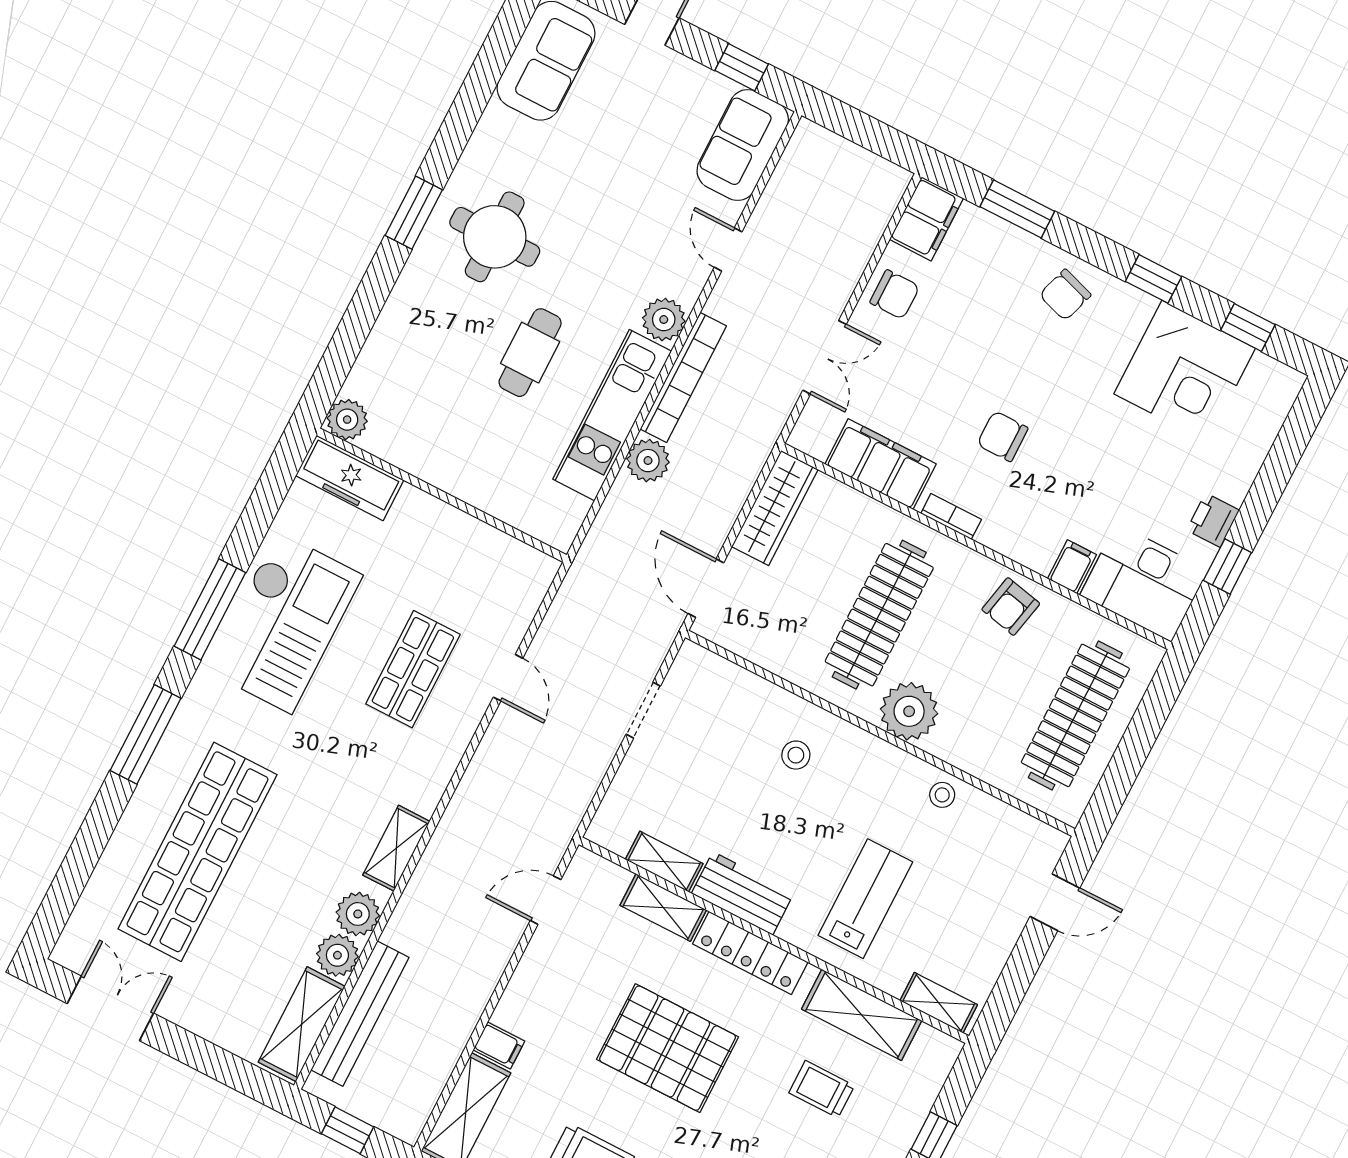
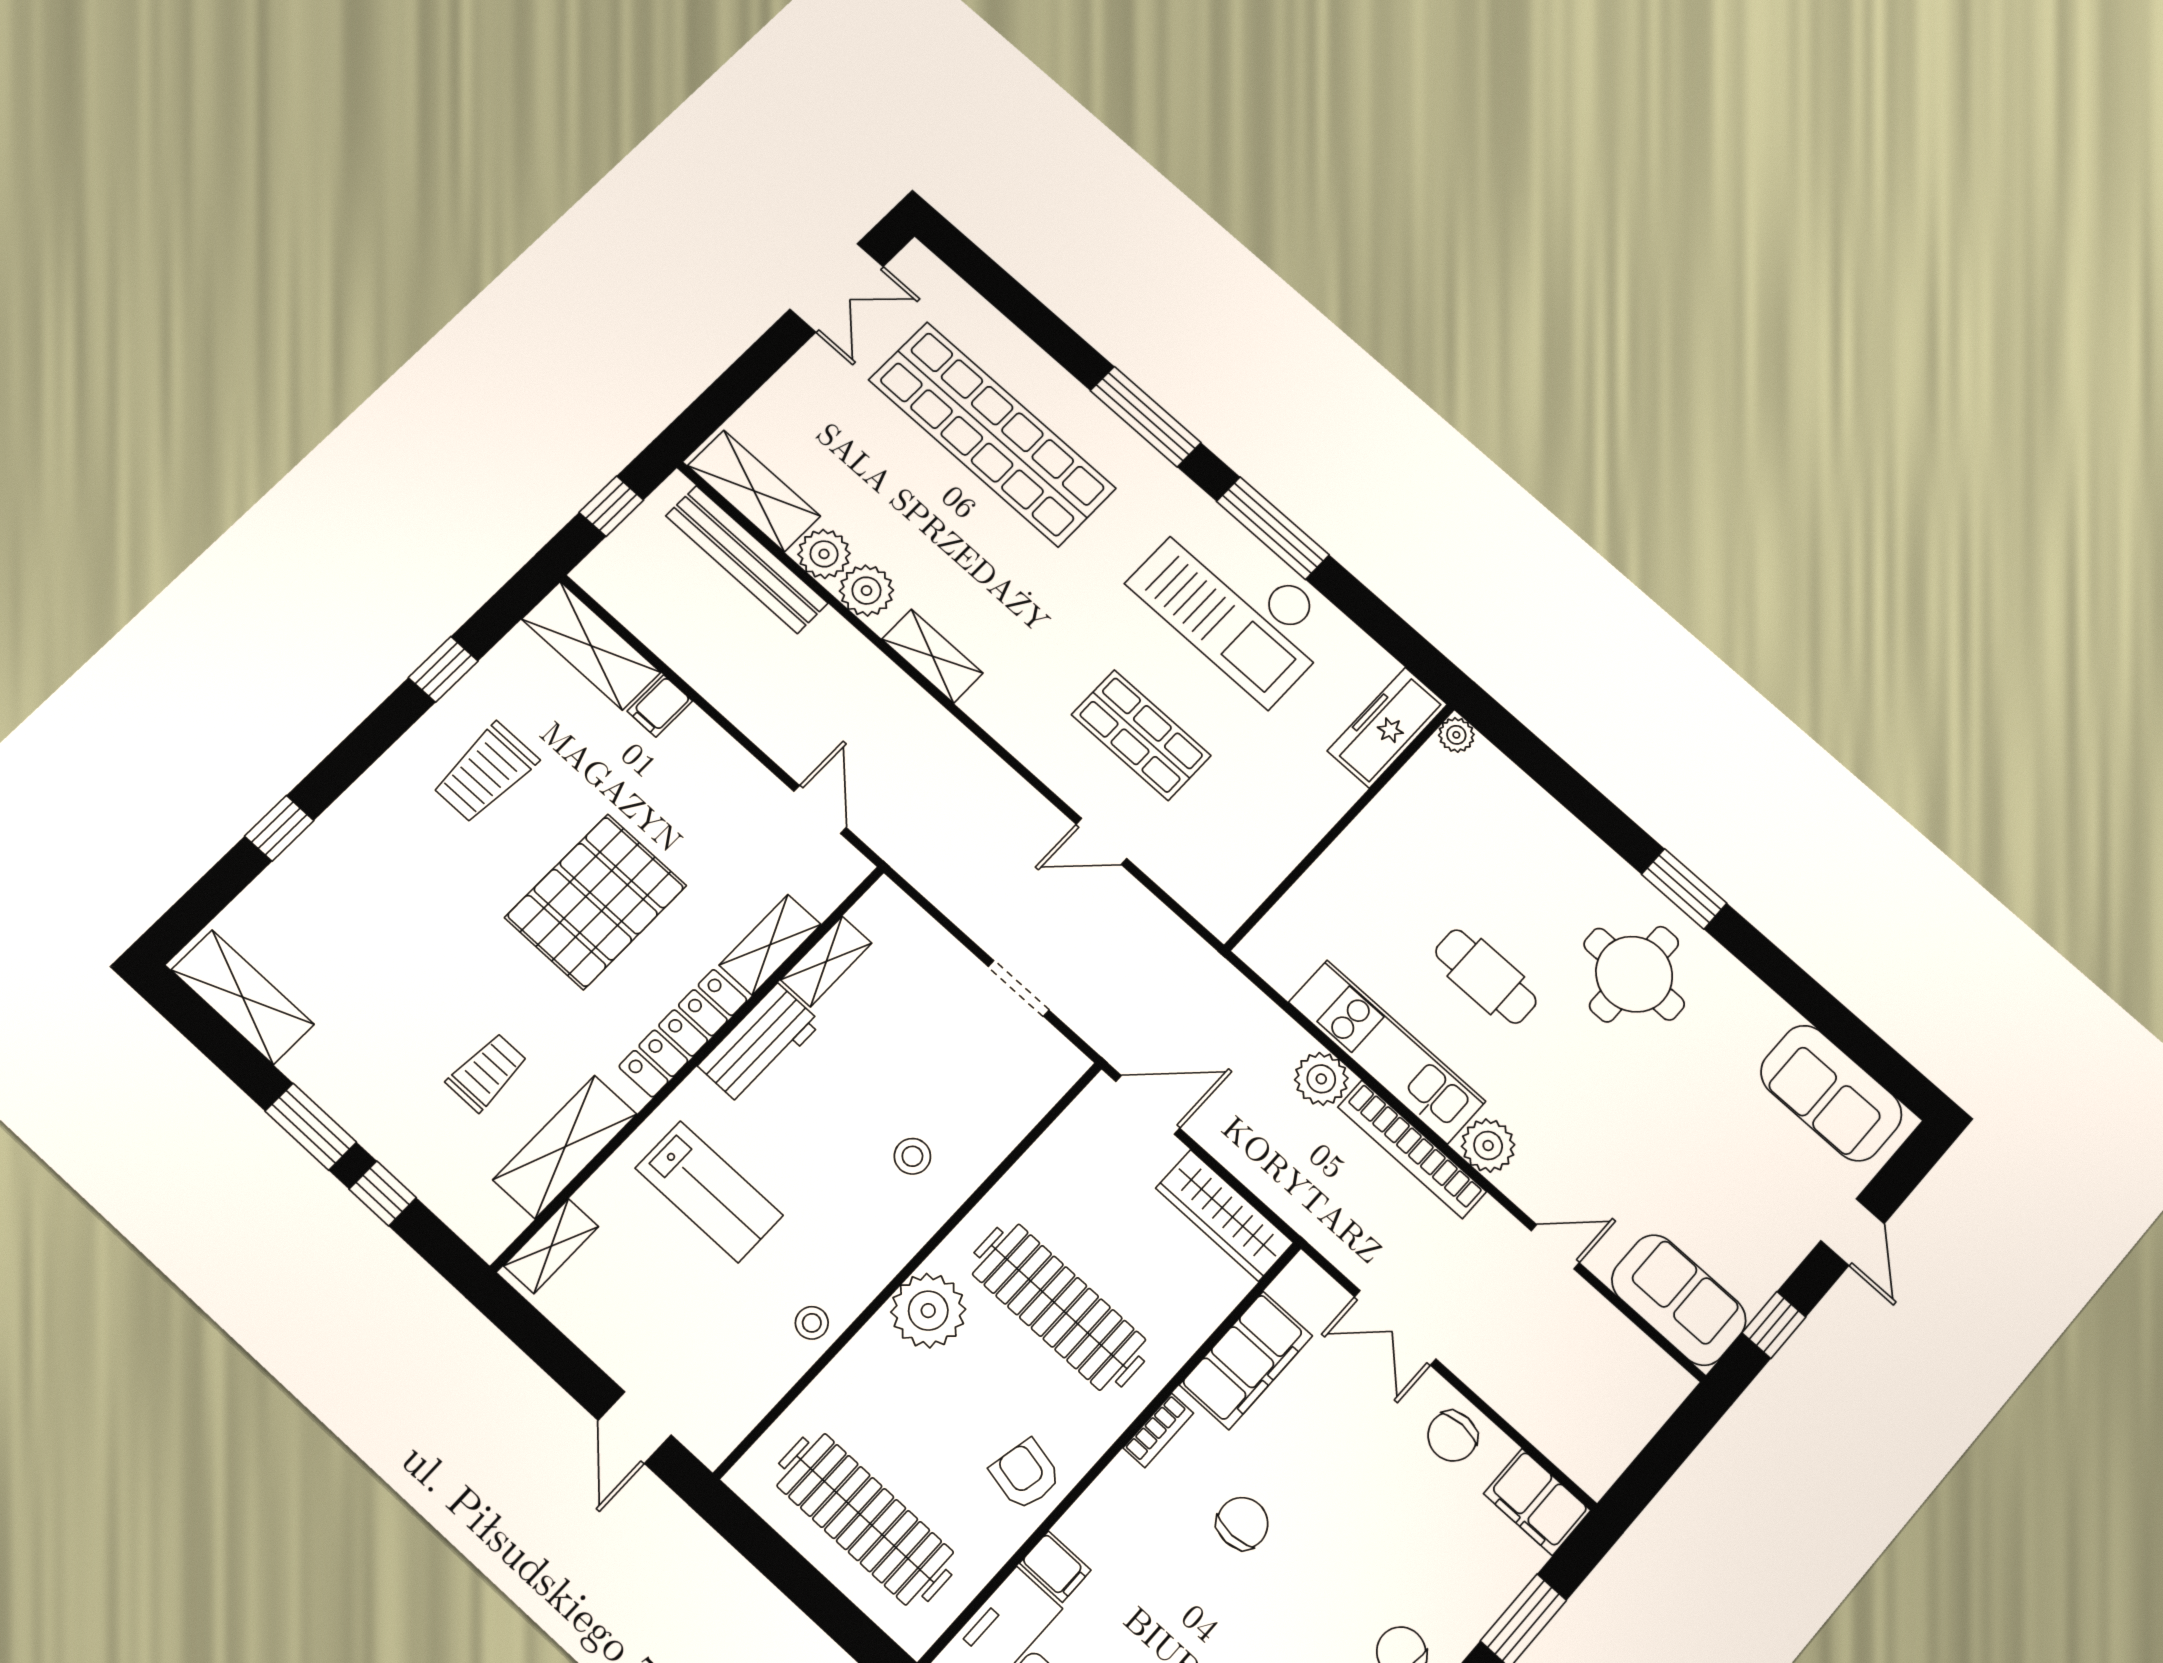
plant: (347, 420) -> (1456, 735), width x0.73, depth x0.73

